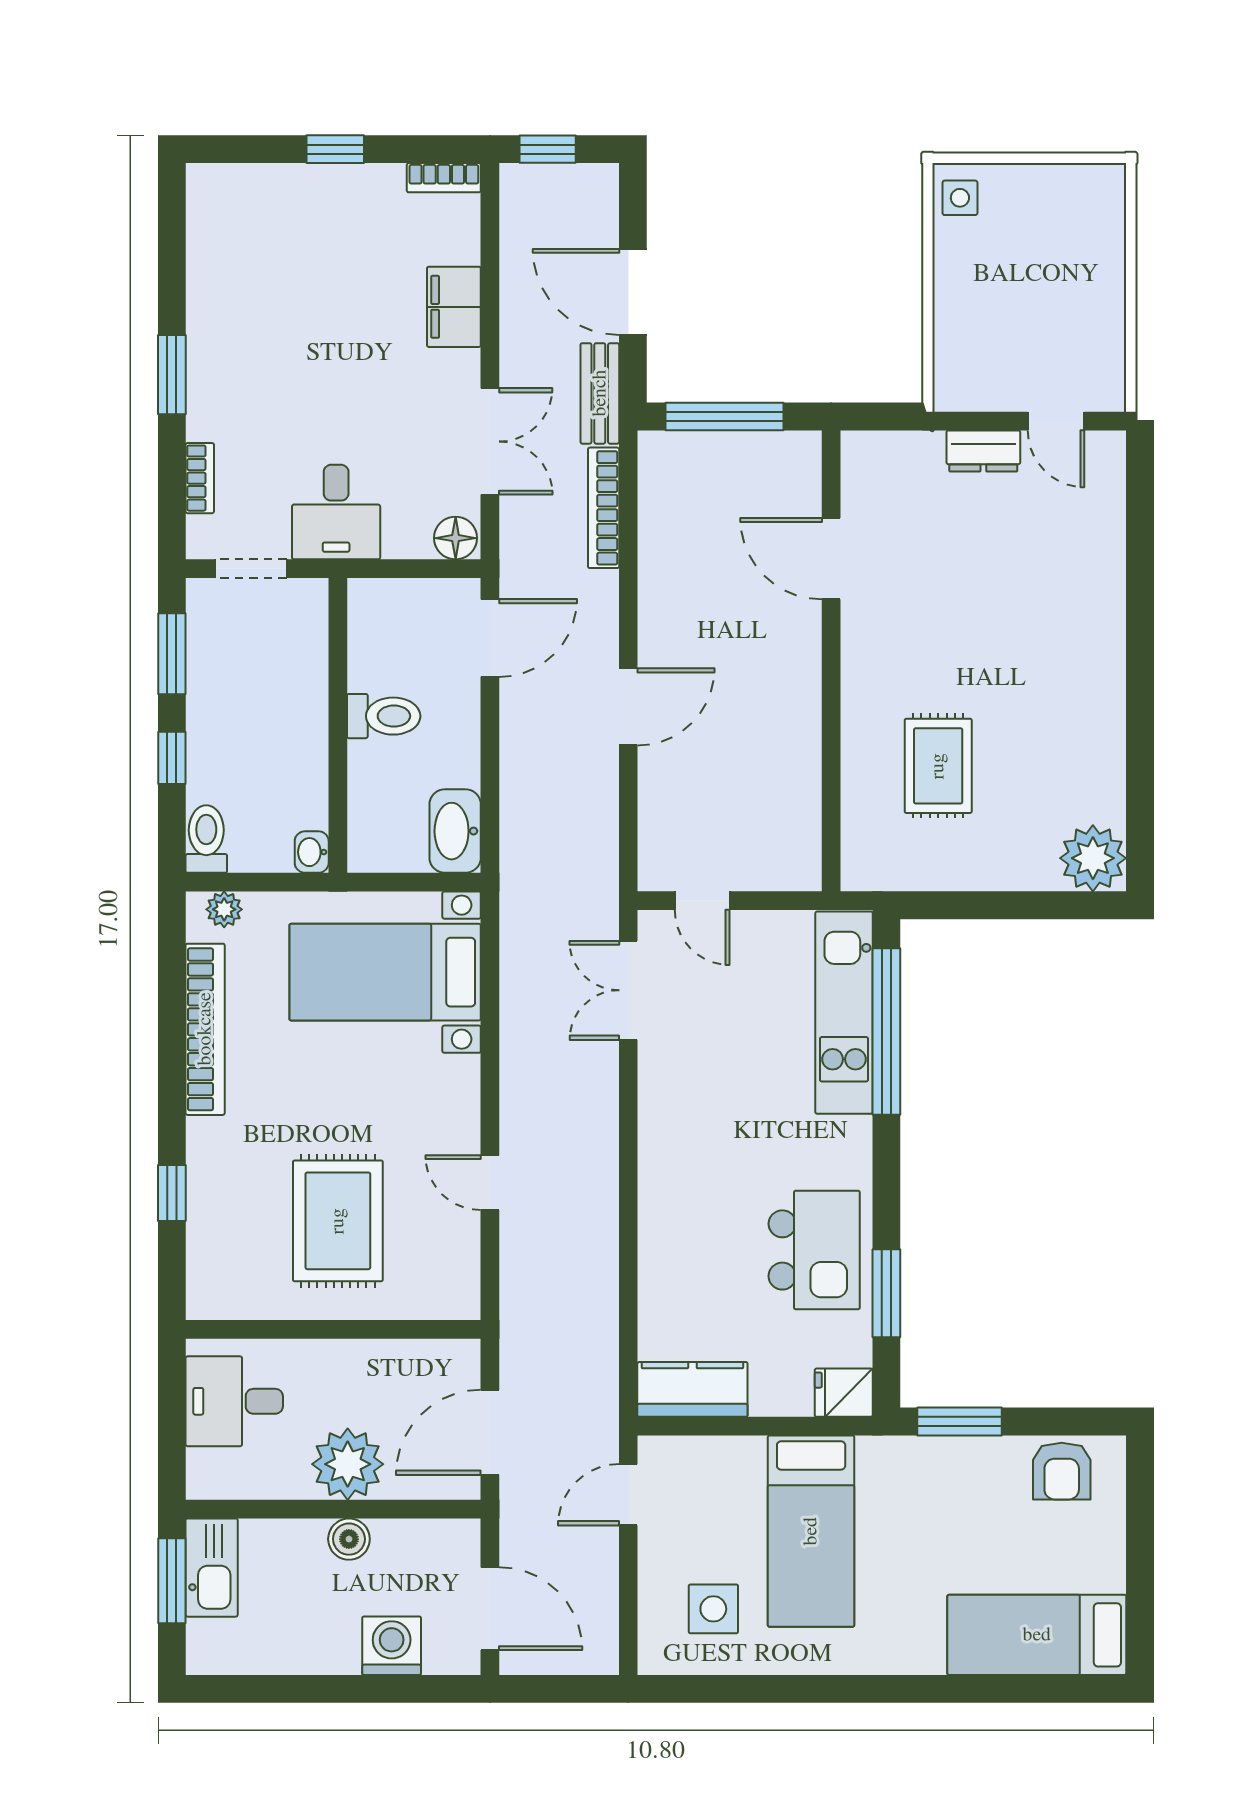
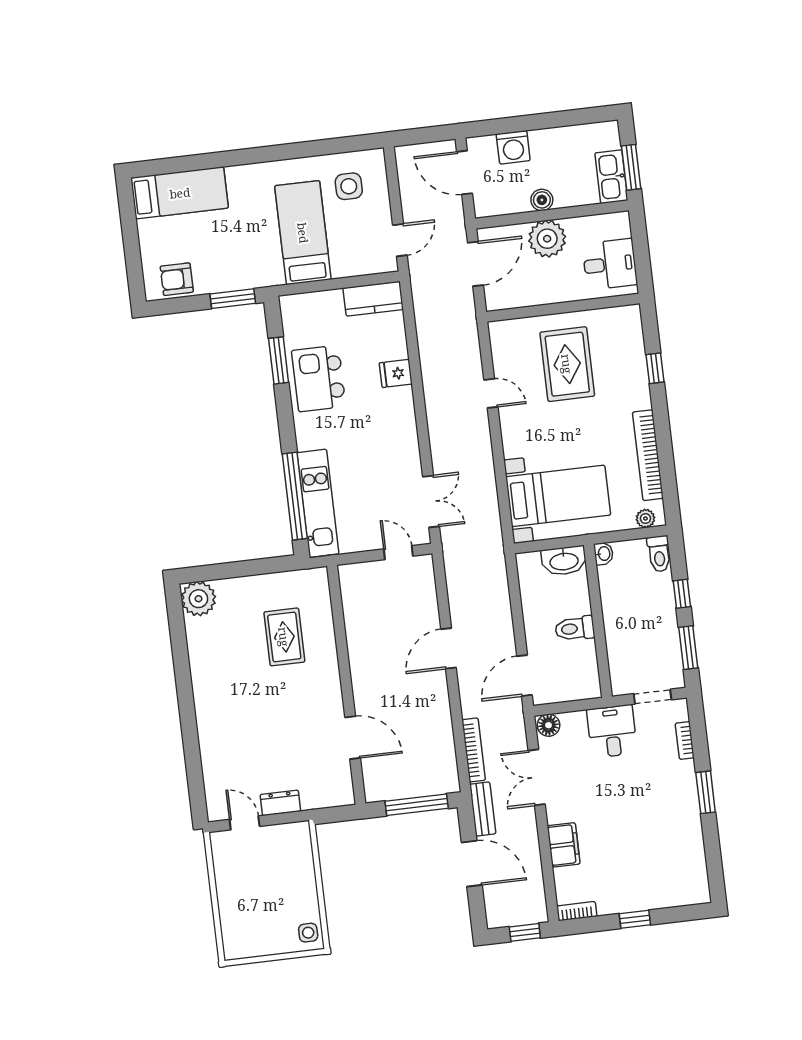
washbasin: (455, 831) -> (564, 561), moved, turned 90
fridge: (844, 1393) -> (396, 373), moved, turned 180
armchair: (1062, 1471) -> (177, 279), turned -90

